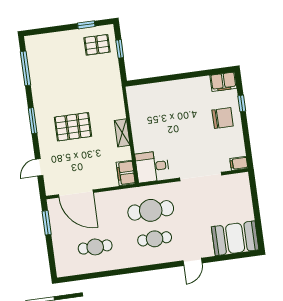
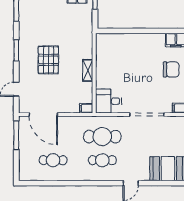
pallet: (73, 127) -> (48, 60), turned 90
filing cabinet: (126, 173) -> (86, 108), width x0.50
window: (47, 223) -> (16, 135), width x1.44

